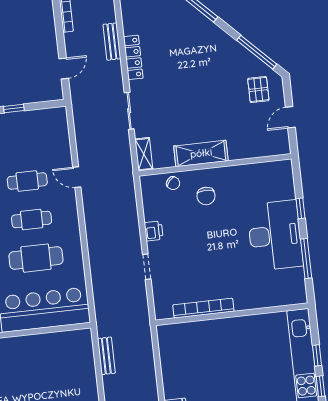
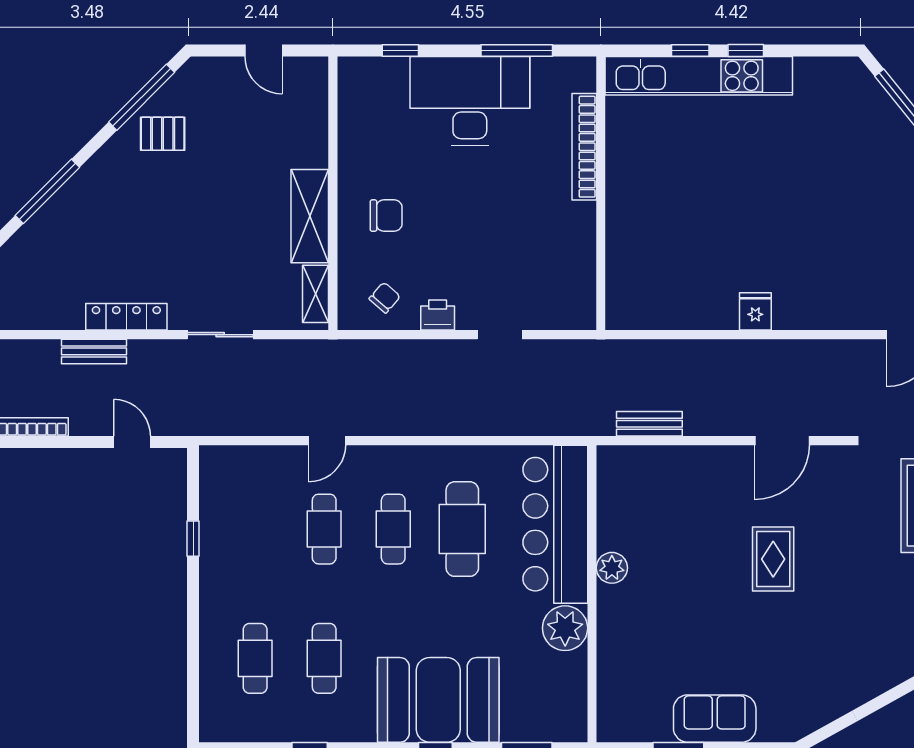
pallet: (258, 89) -> (163, 134), moved
shelving: (144, 154) -> (316, 294), moved, turned 90
chair: (173, 183) -> (385, 298), moved
window: (301, 208) -> (400, 51), moved
bookcase: (203, 308) -> (584, 147), moved
plant: (24, 344) -> (612, 568), added

